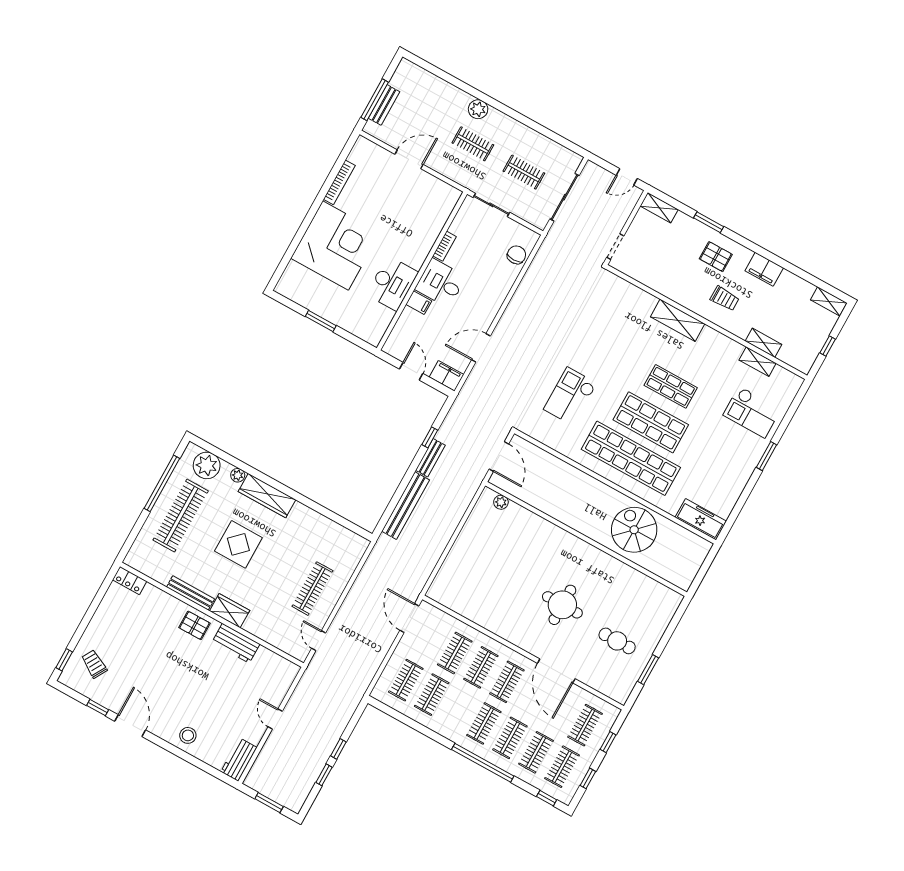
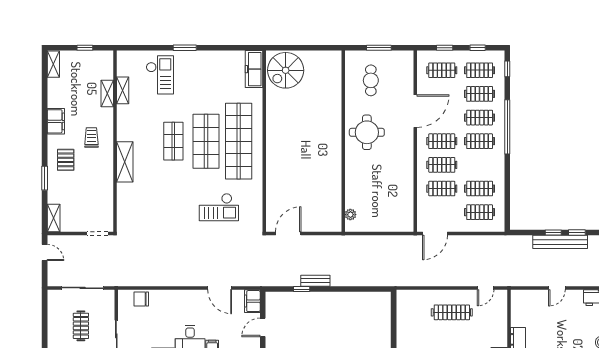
plant: (501, 502) -> (350, 215), moved
bench: (406, 506) -> (560, 242), moved
spiral stairs: (634, 530) -> (286, 70), moved
wall: (586, 539) -> (343, 141), moved

